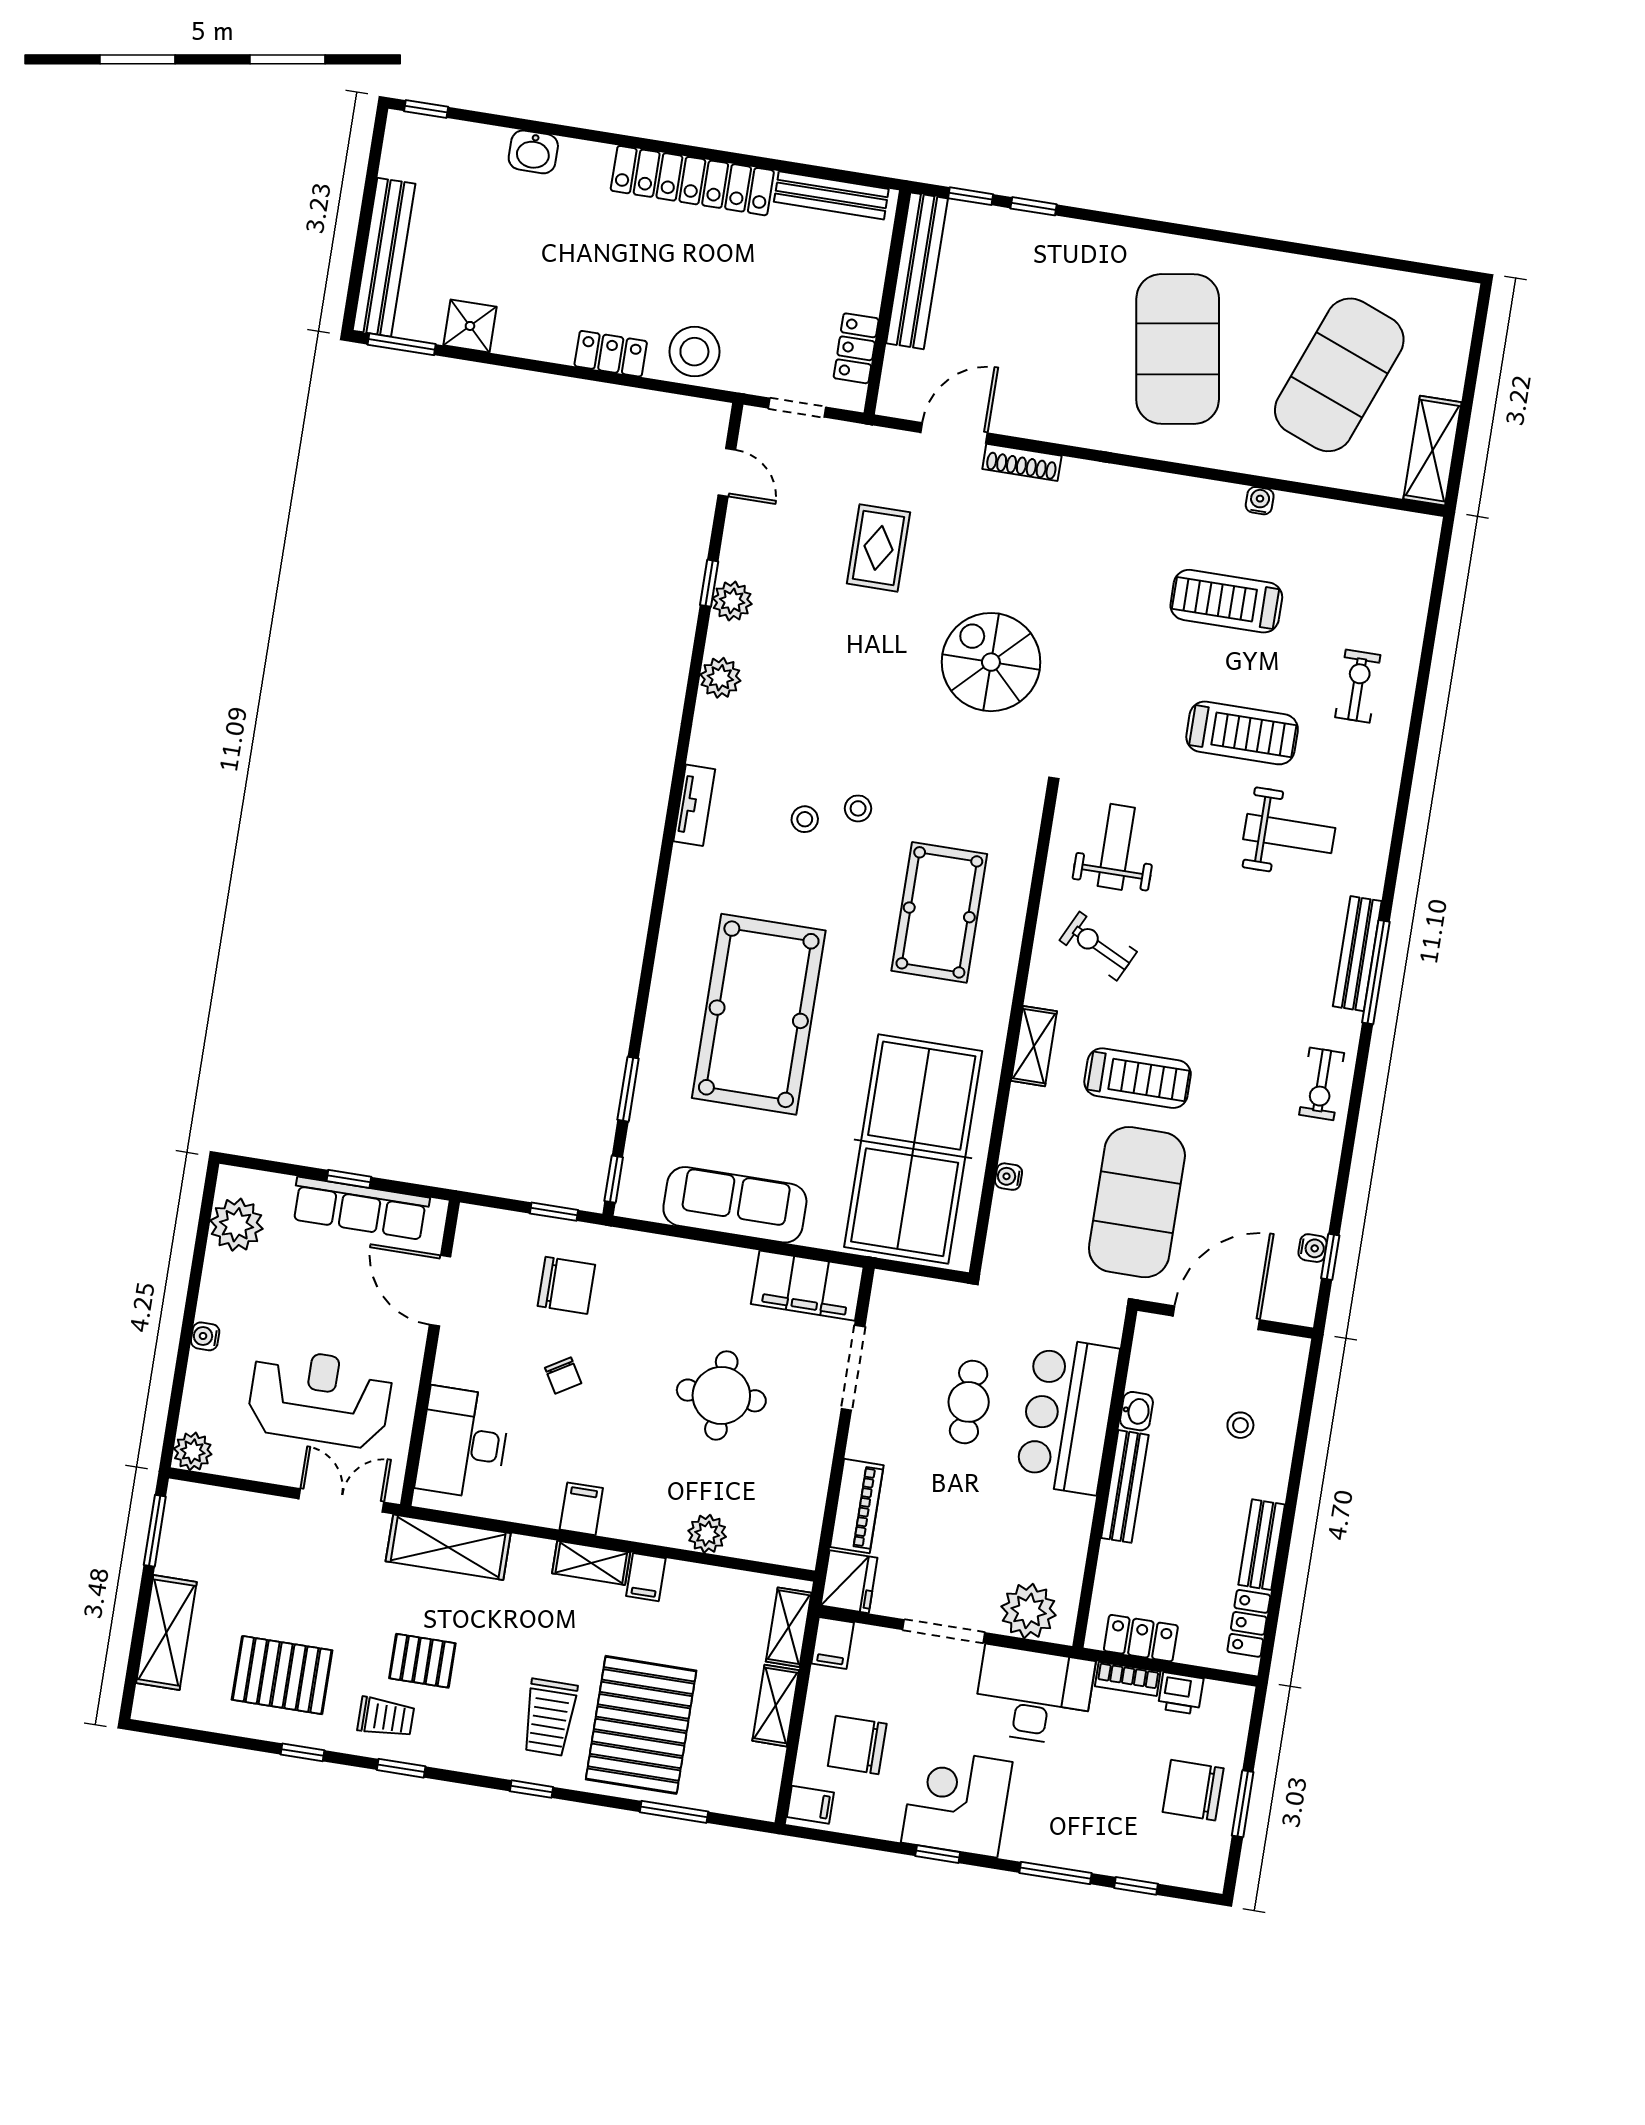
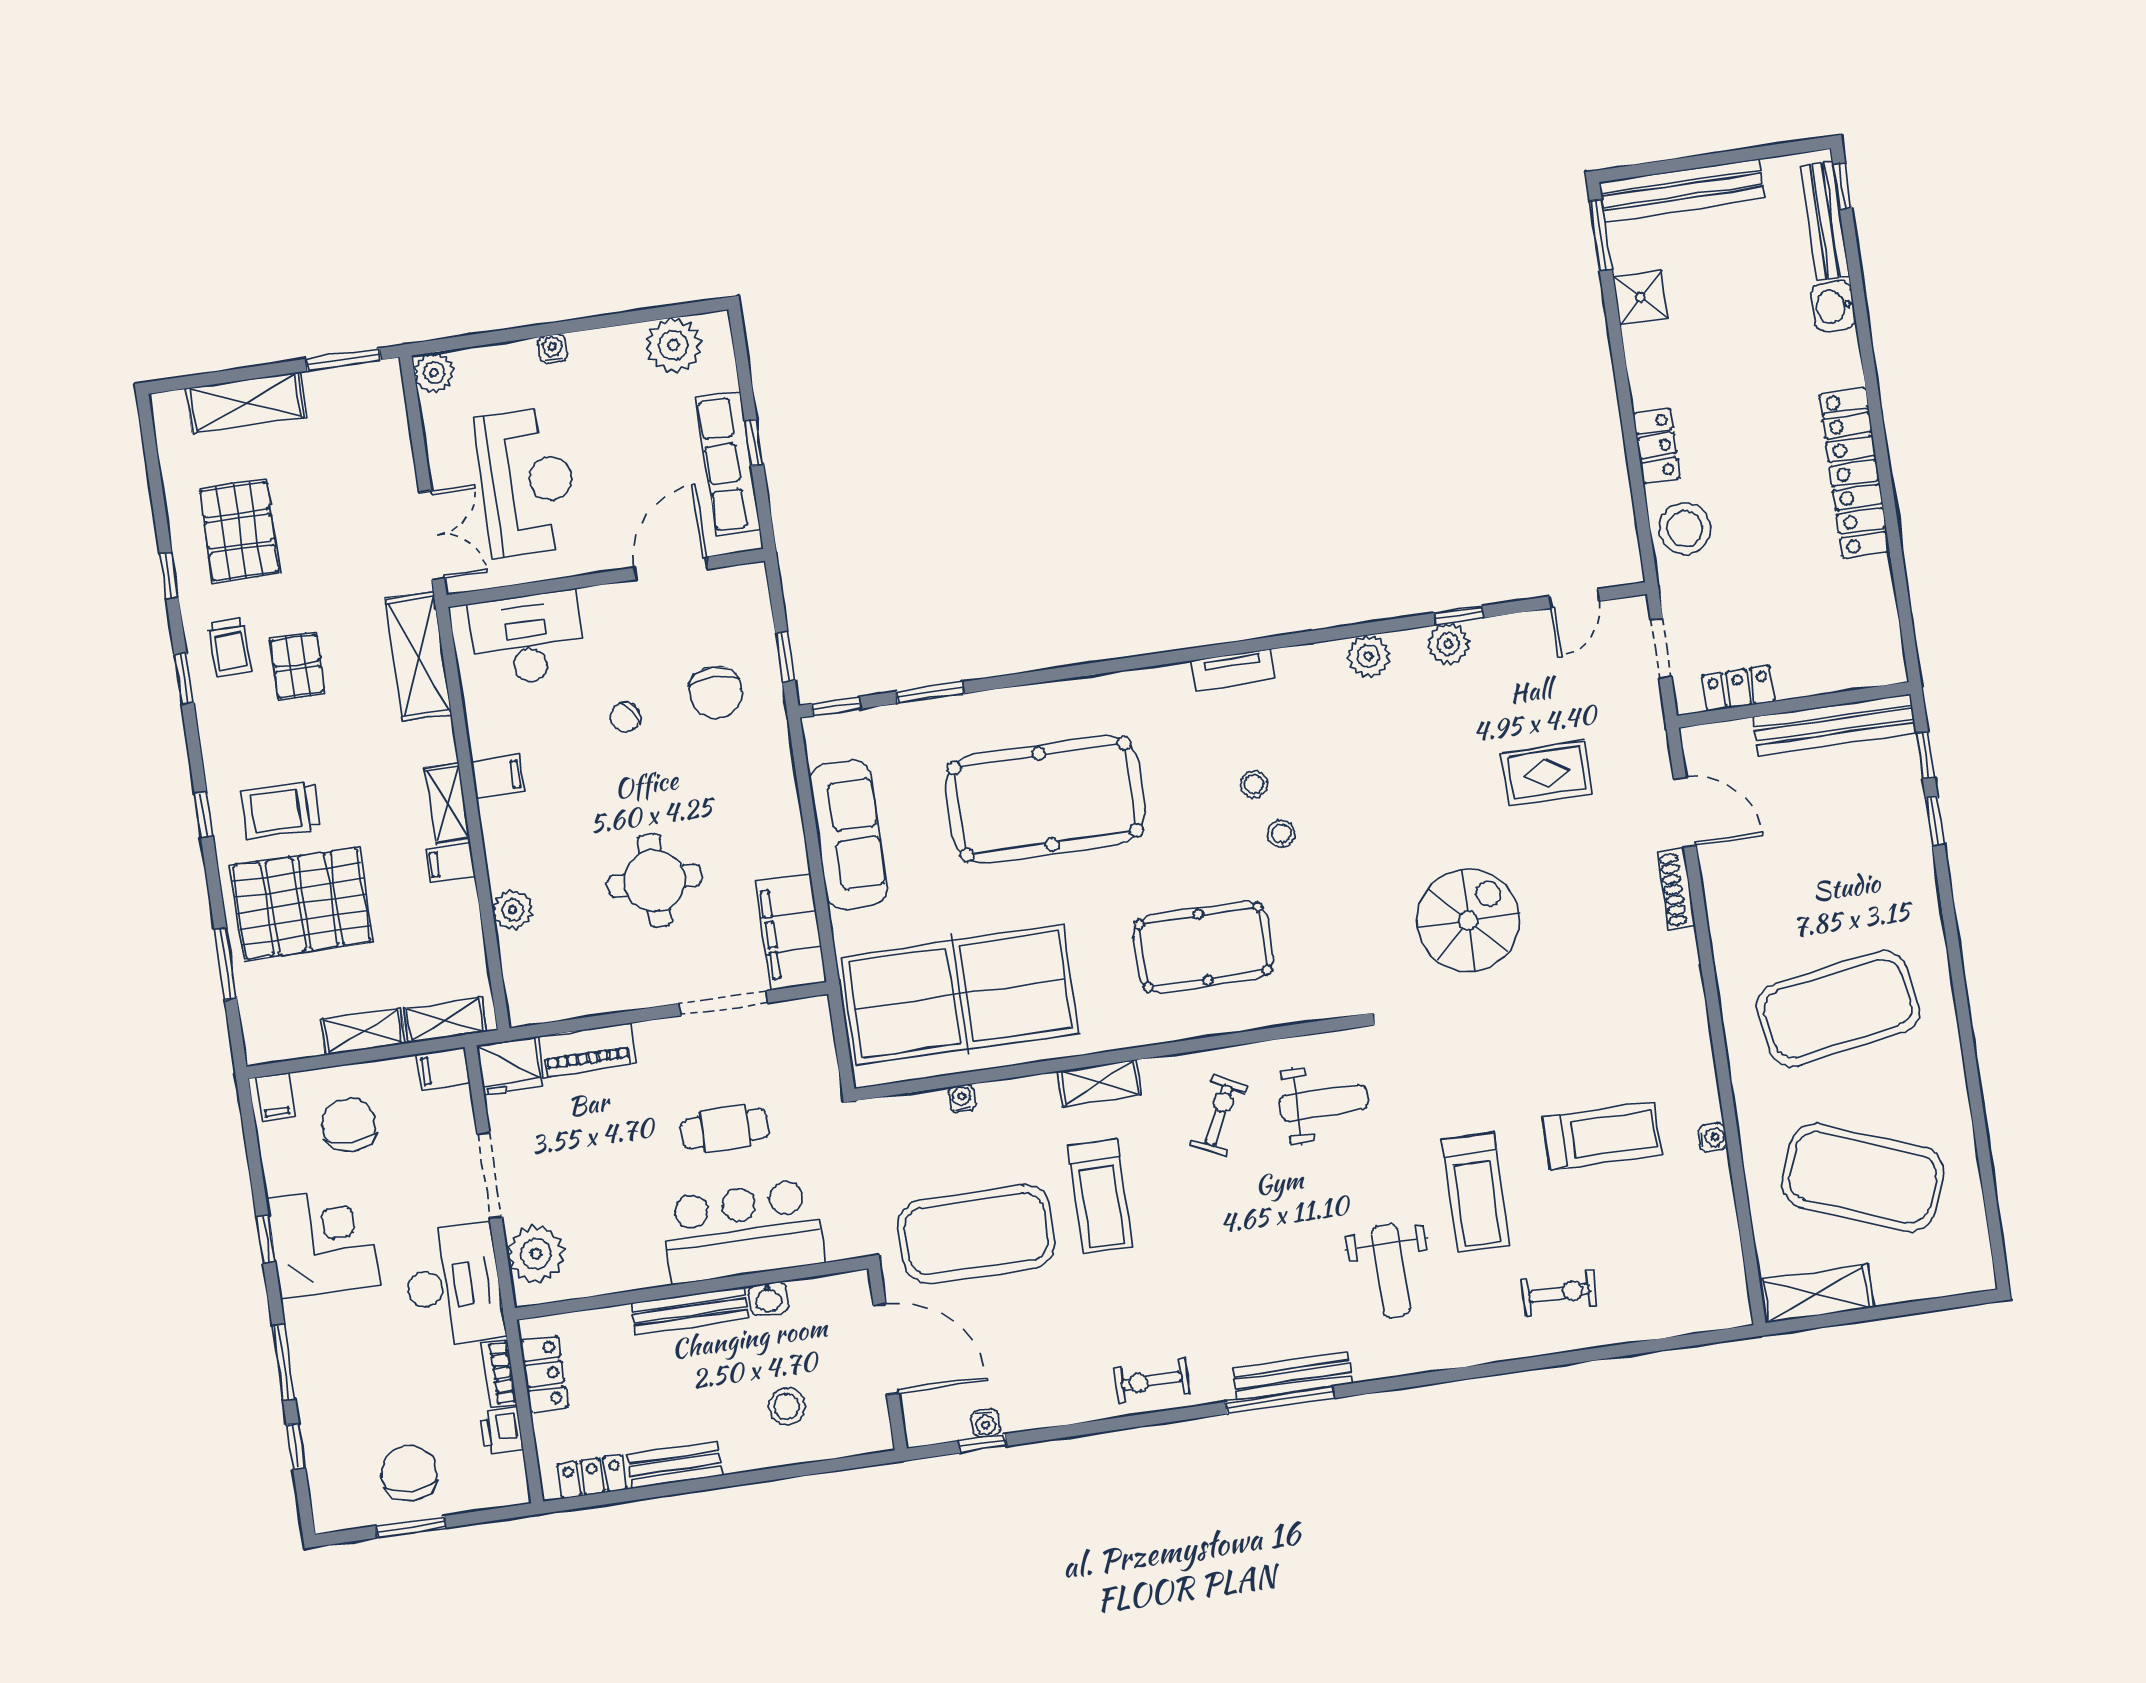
bench: (831, 195) -> (1825, 221), moved
treadmill: (1226, 601) -> (1602, 1136), turned 90
stool: (1240, 1425) -> (787, 1407), width x1.37, depth x1.37

